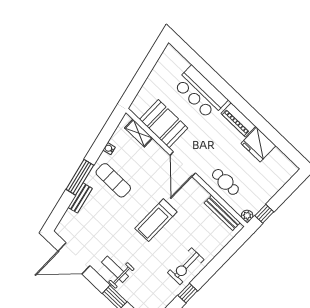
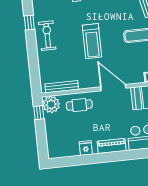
fridge: (258, 145) -> (86, 148), width x0.53, depth x0.75
plant: (247, 216) -> (51, 104), width x1.88, depth x1.88
treadmill: (156, 220) -> (92, 41), turned 180

